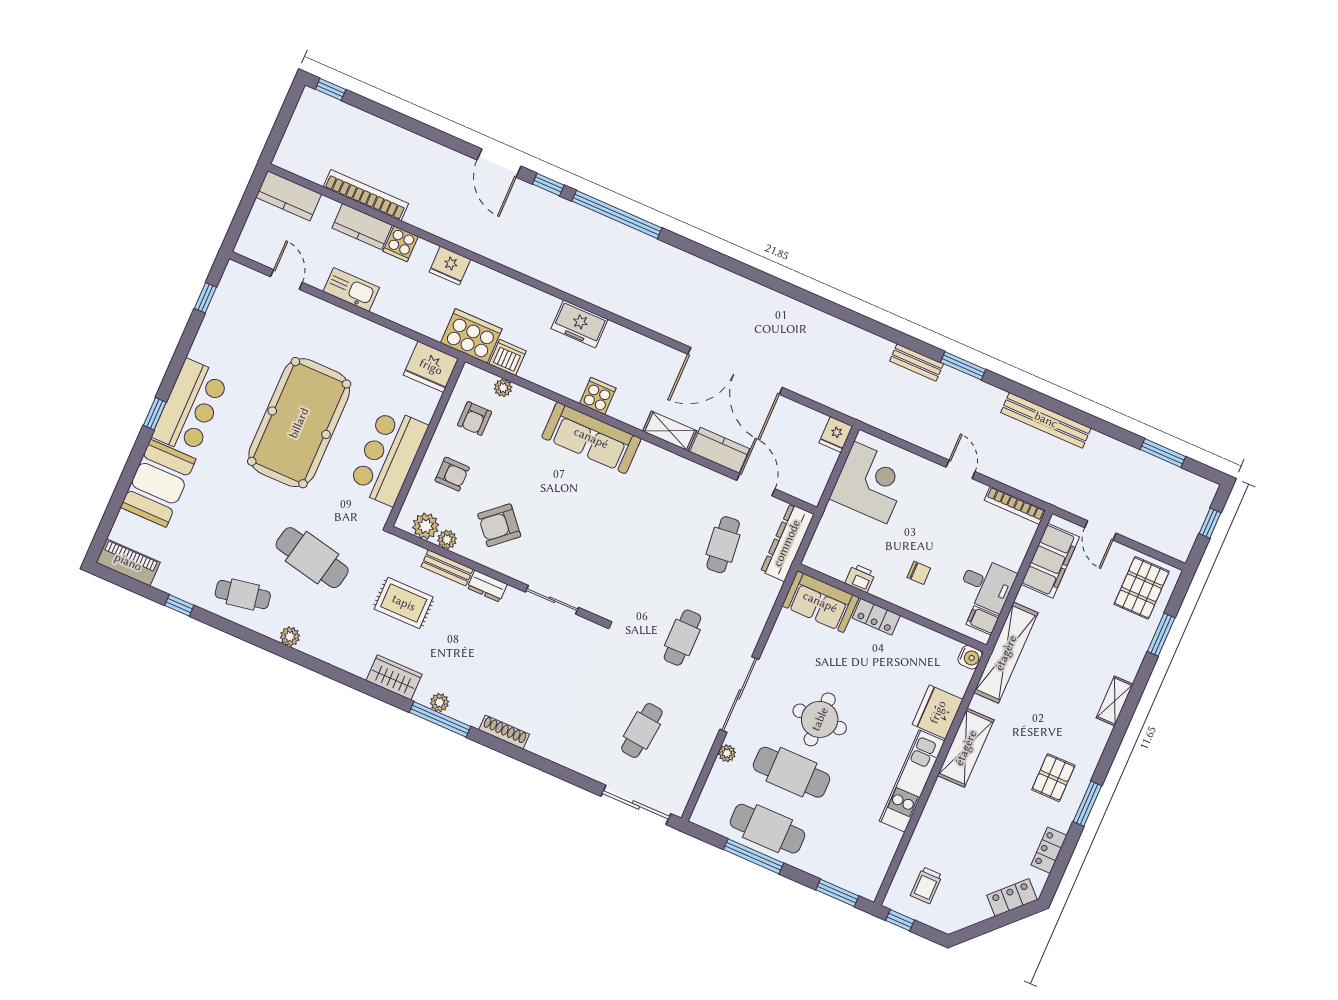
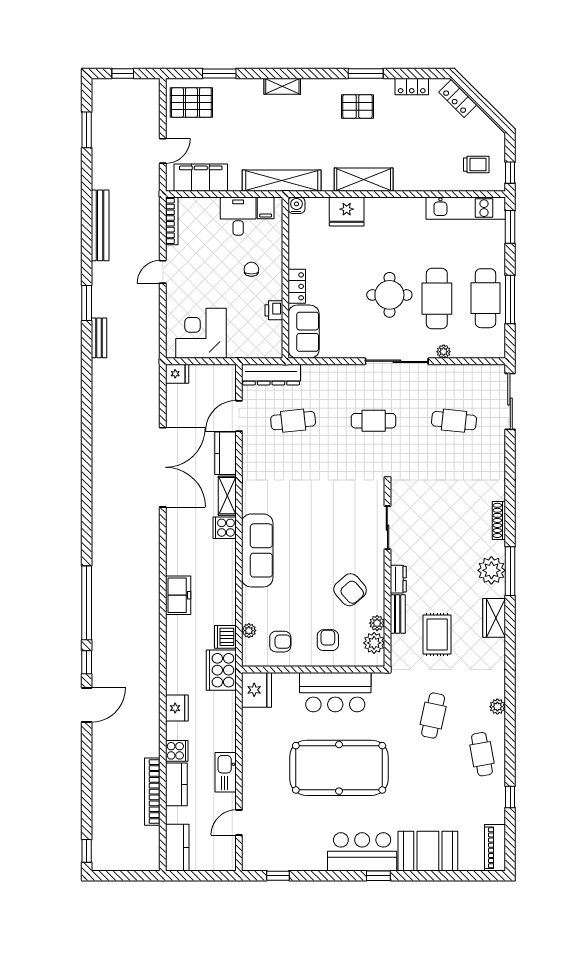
cooker: (598, 396) -> (225, 528), moved
cafe table: (312, 558) -> (433, 716), width x0.73, depth x0.74
plant: (439, 702) -> (491, 570), width x1.88, depth x1.88
kitchen unit: (912, 781) -> (466, 208), moved

